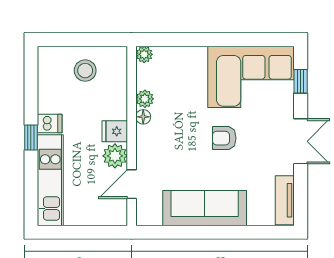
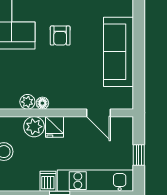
plant: (115, 156) -> (34, 127), moved
window: (81, 232) -> (139, 155), added

